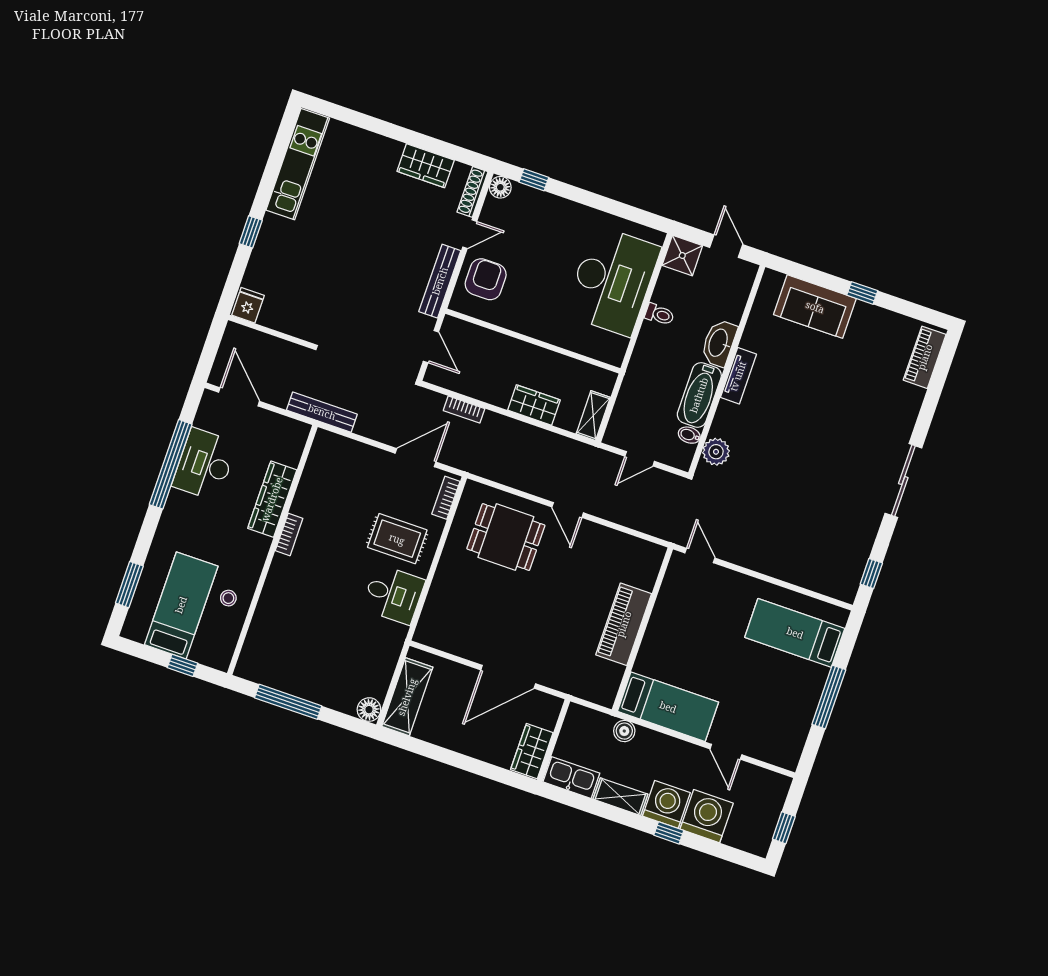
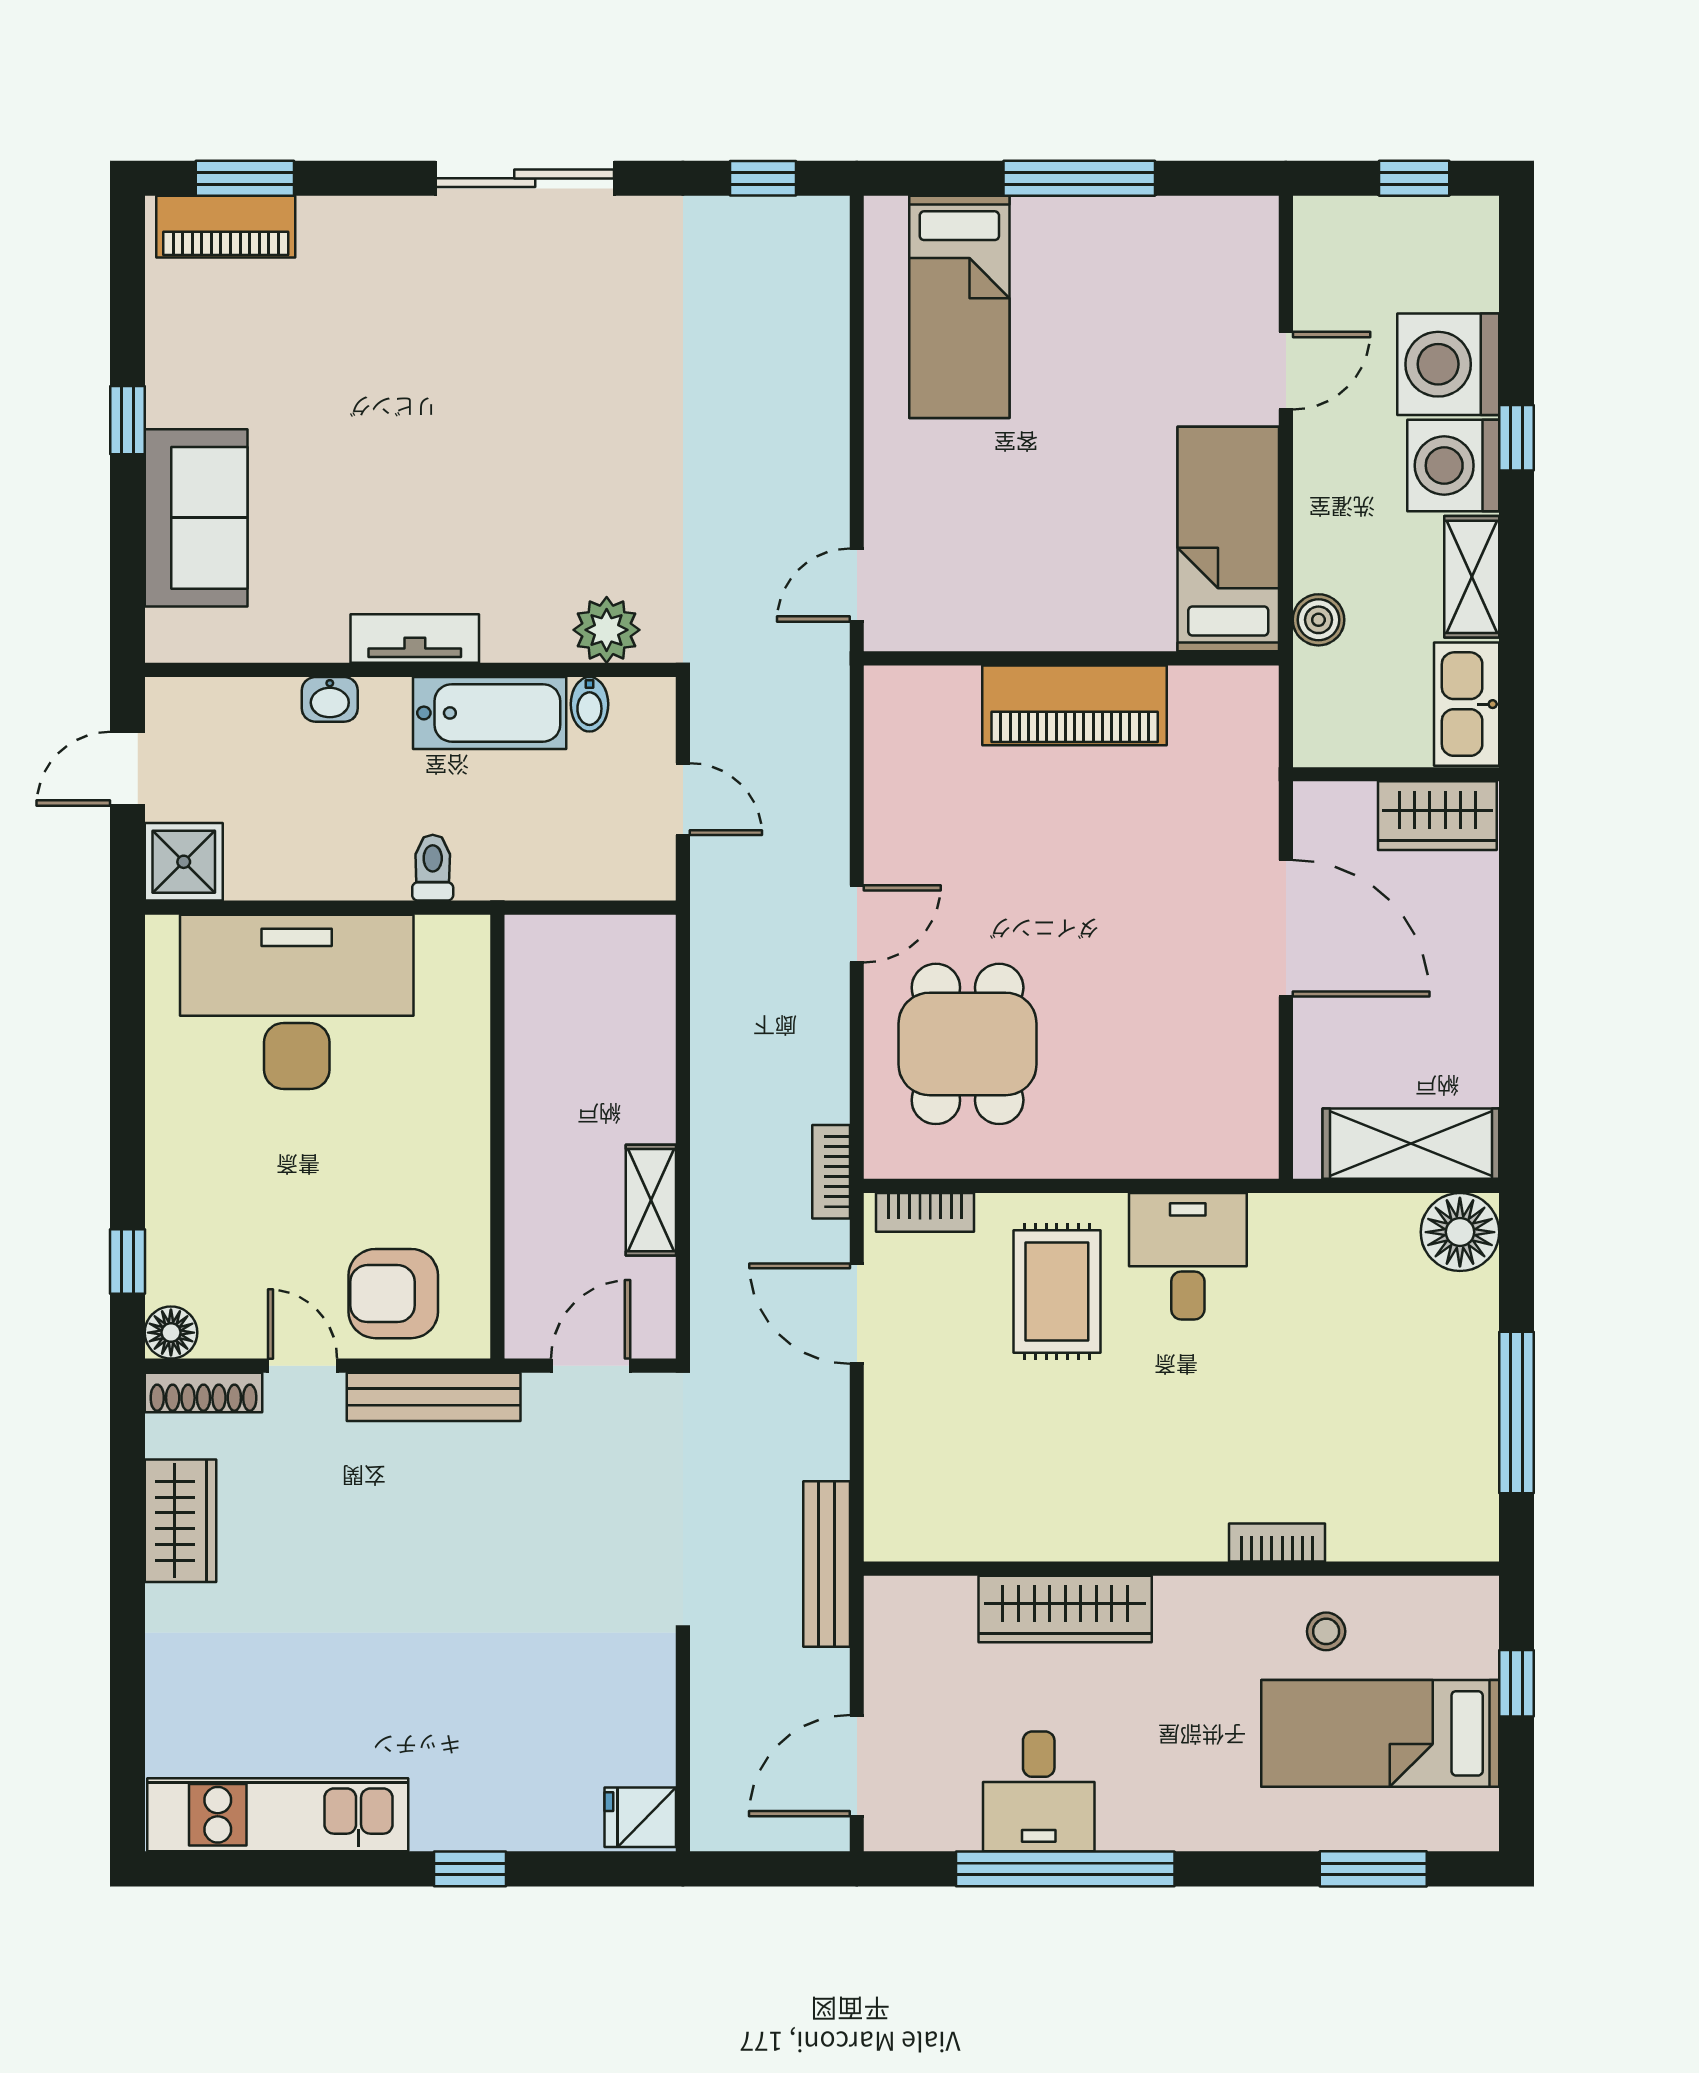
toilet: (660, 314) -> (433, 868), moved
washbasin: (719, 343) -> (330, 699), width x0.52, depth x0.69
window: (941, 371) -> (245, 178), added
wardrobe: (534, 405) -> (643, 1084), removed
bookcase: (464, 410) -> (831, 1172), moved, turned 180
shelving: (593, 416) -> (651, 1200), moved, turned 90
desk: (205, 464) -> (1039, 1791), width x0.73
bookcase: (289, 534) -> (1277, 1542), moved
floor lamp: (369, 710) -> (1460, 1232), width x1.38, depth x1.38

